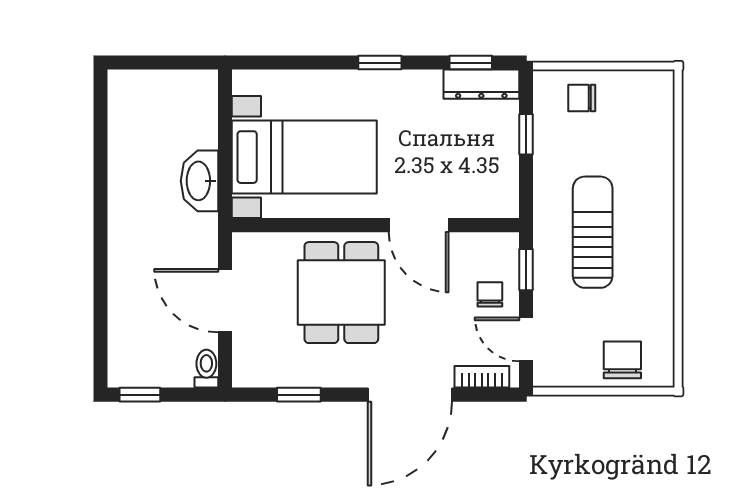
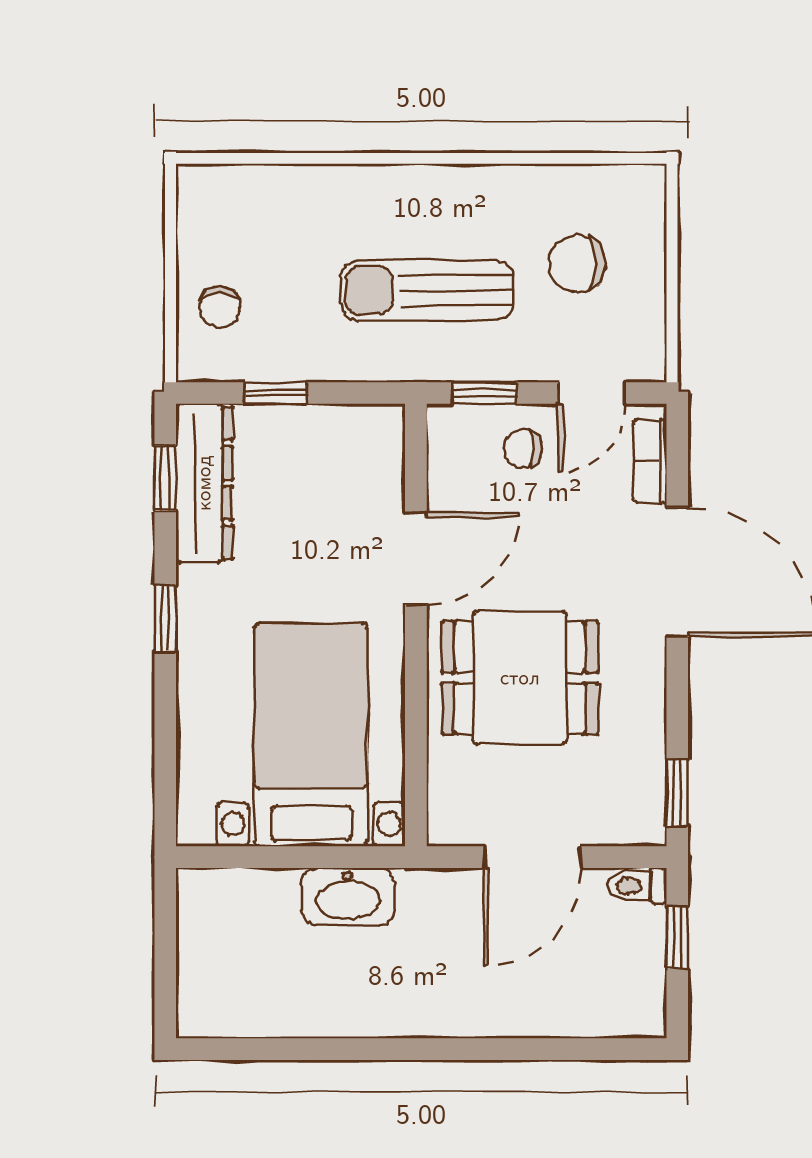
dresser: (481, 84) -> (204, 483), width x1.37, depth x1.24
chair: (622, 360) -> (577, 264), moved
window: (140, 395) -> (677, 937), moved
window: (299, 395) -> (677, 793), moved

